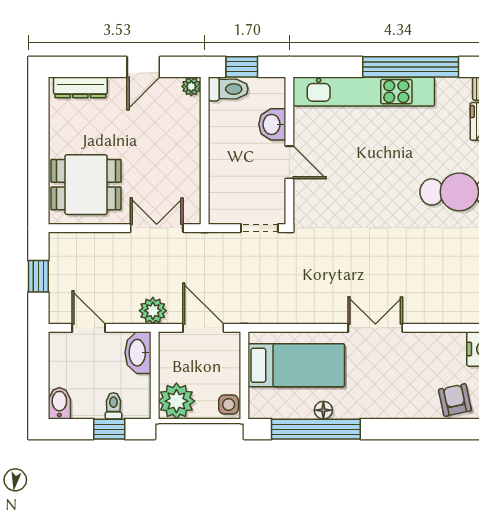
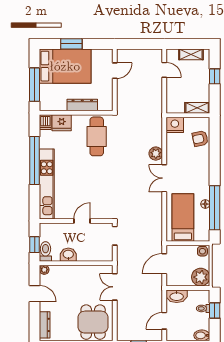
washbasin: (272, 124) -> (68, 255), moved, turned 180
plant: (153, 311) -> (156, 154), moved

